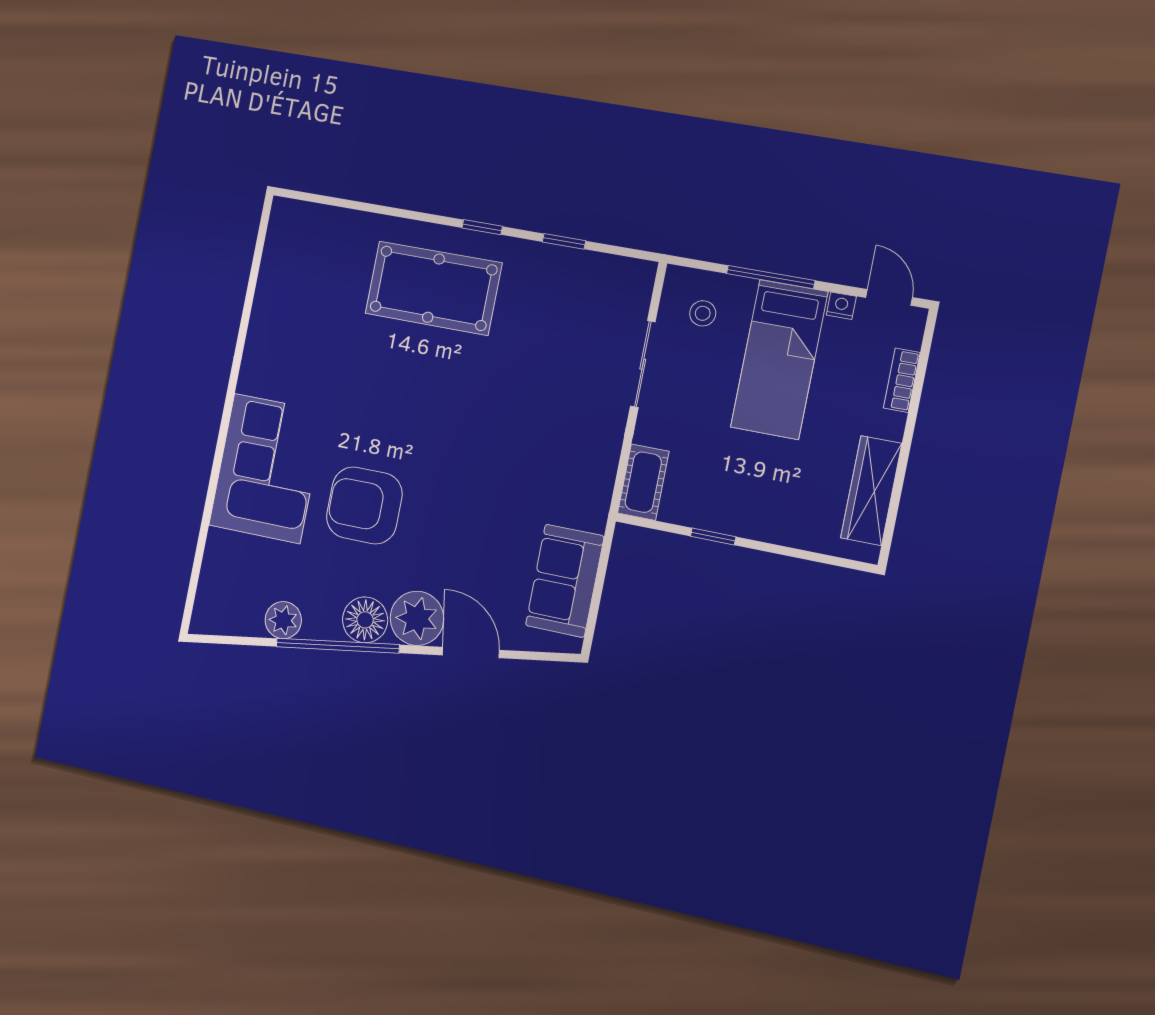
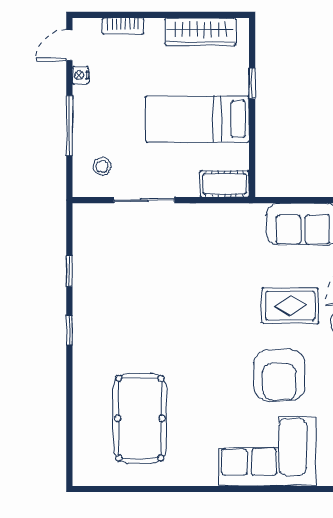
pool table: (433, 288) -> (140, 418), moved
bed: (779, 359) -> (197, 119), moved, turned 180
window: (713, 537) -> (252, 83), moved
rug: (456, 540) -> (290, 306), added

